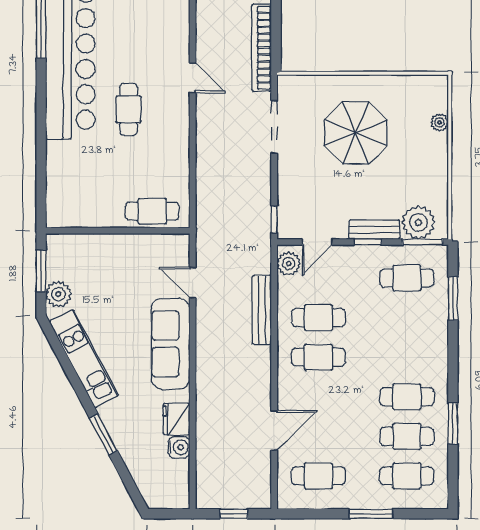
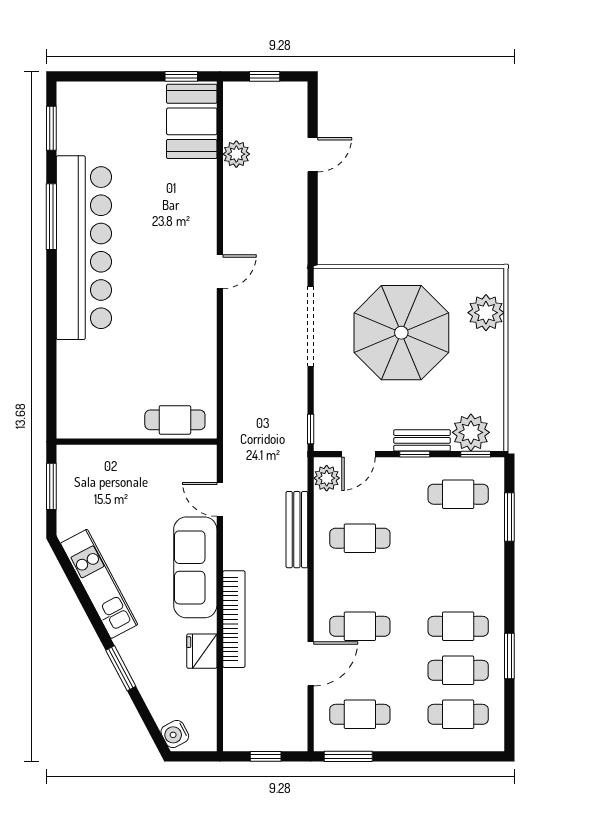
bookcase: (262, 48) -> (234, 619), moved, turned 180
door: (193, 78) -> (220, 272), hinge flipped
cafe table: (129, 109) -> (149, 307), removed
plant: (440, 122) -> (486, 313), width x1.88, depth x1.88
doorway: (274, 127) -> (311, 326), width x1.36
parasol: (356, 133) -> (401, 333), width x1.36, depth x1.36
window: (423, 242) -> (476, 454), width x0.67
plant: (58, 294) -> (71, 512), removed
cafe table: (318, 357) -> (360, 626), moved
water cooler: (179, 447) -> (175, 734), moved, turned 152
window: (371, 514) -> (348, 756), moved

